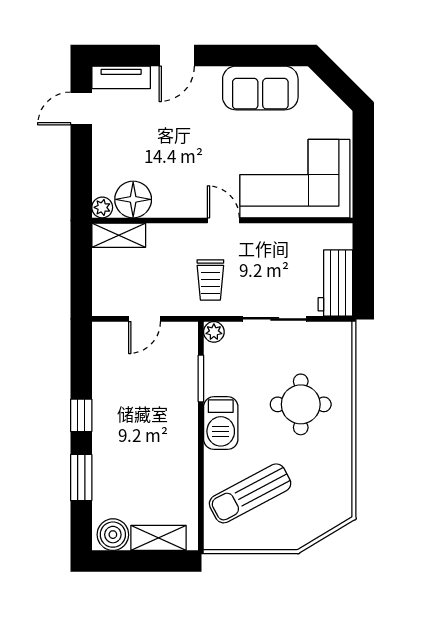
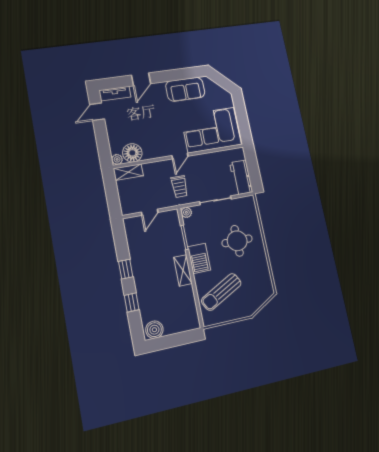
door: (223, 220) -> (180, 156), swing flipped
window: (81, 477) -> (132, 302), width x0.67
shelving: (158, 538) -> (183, 270), moved, turned 90

